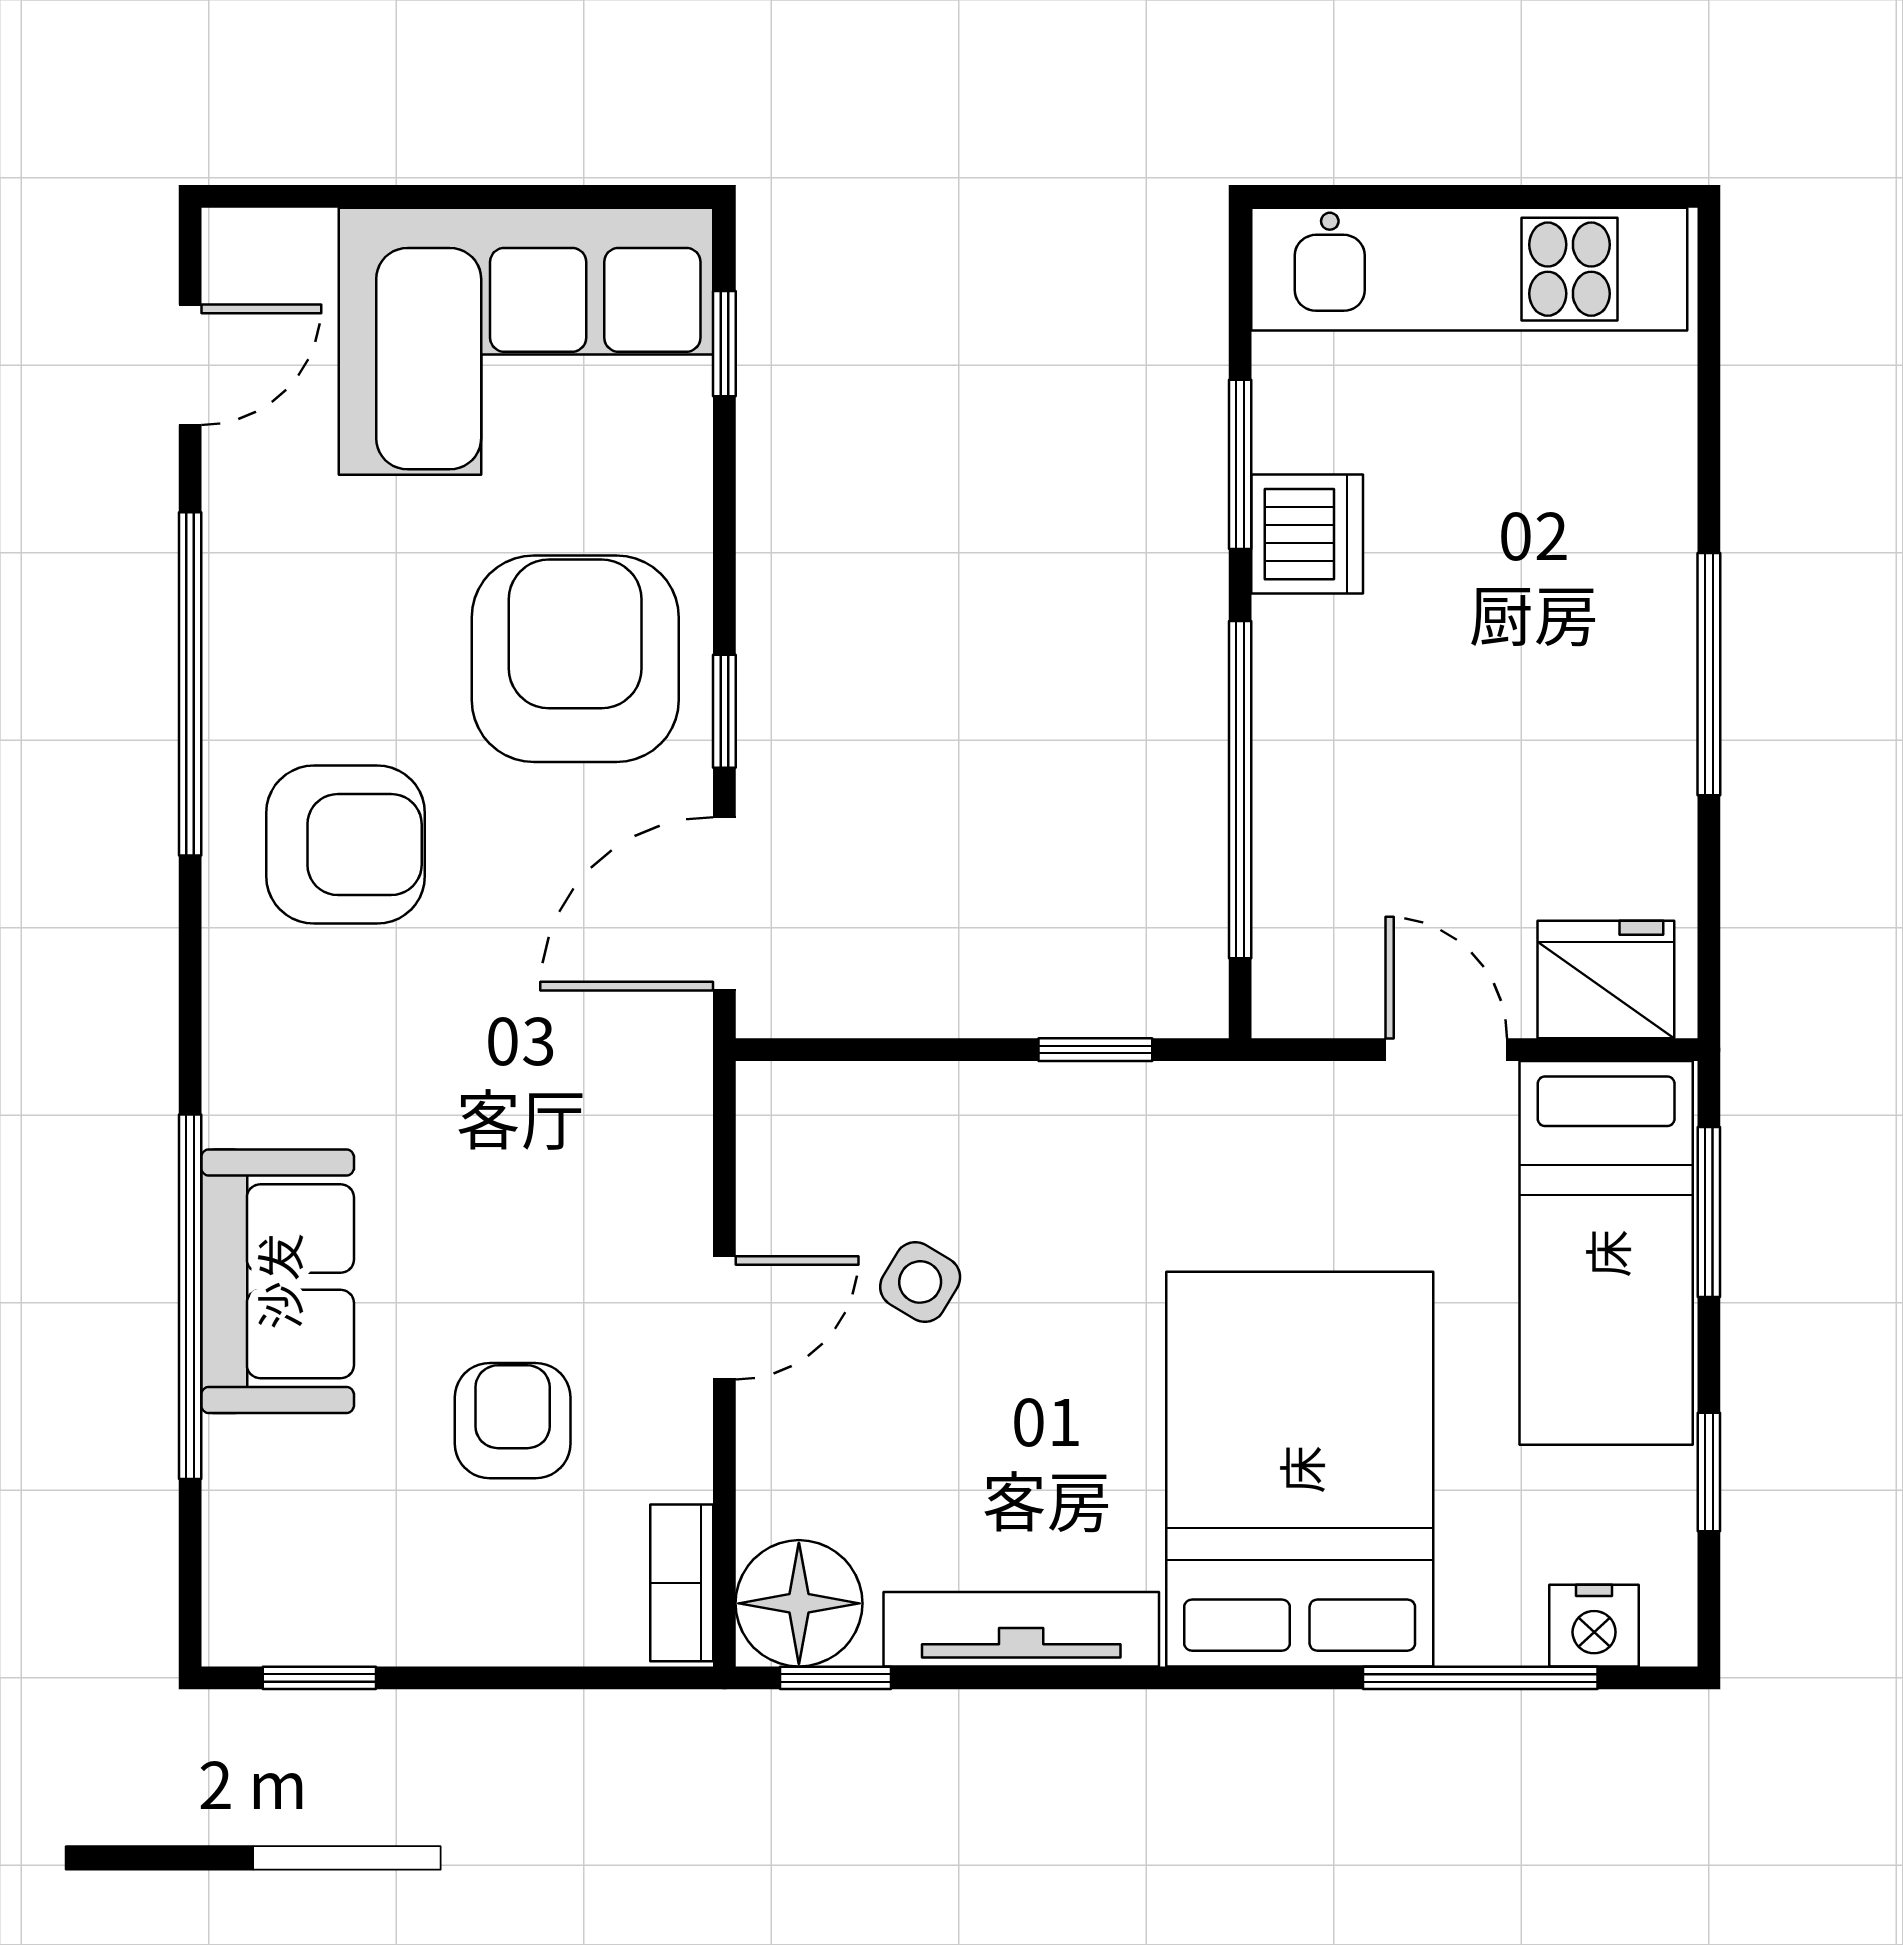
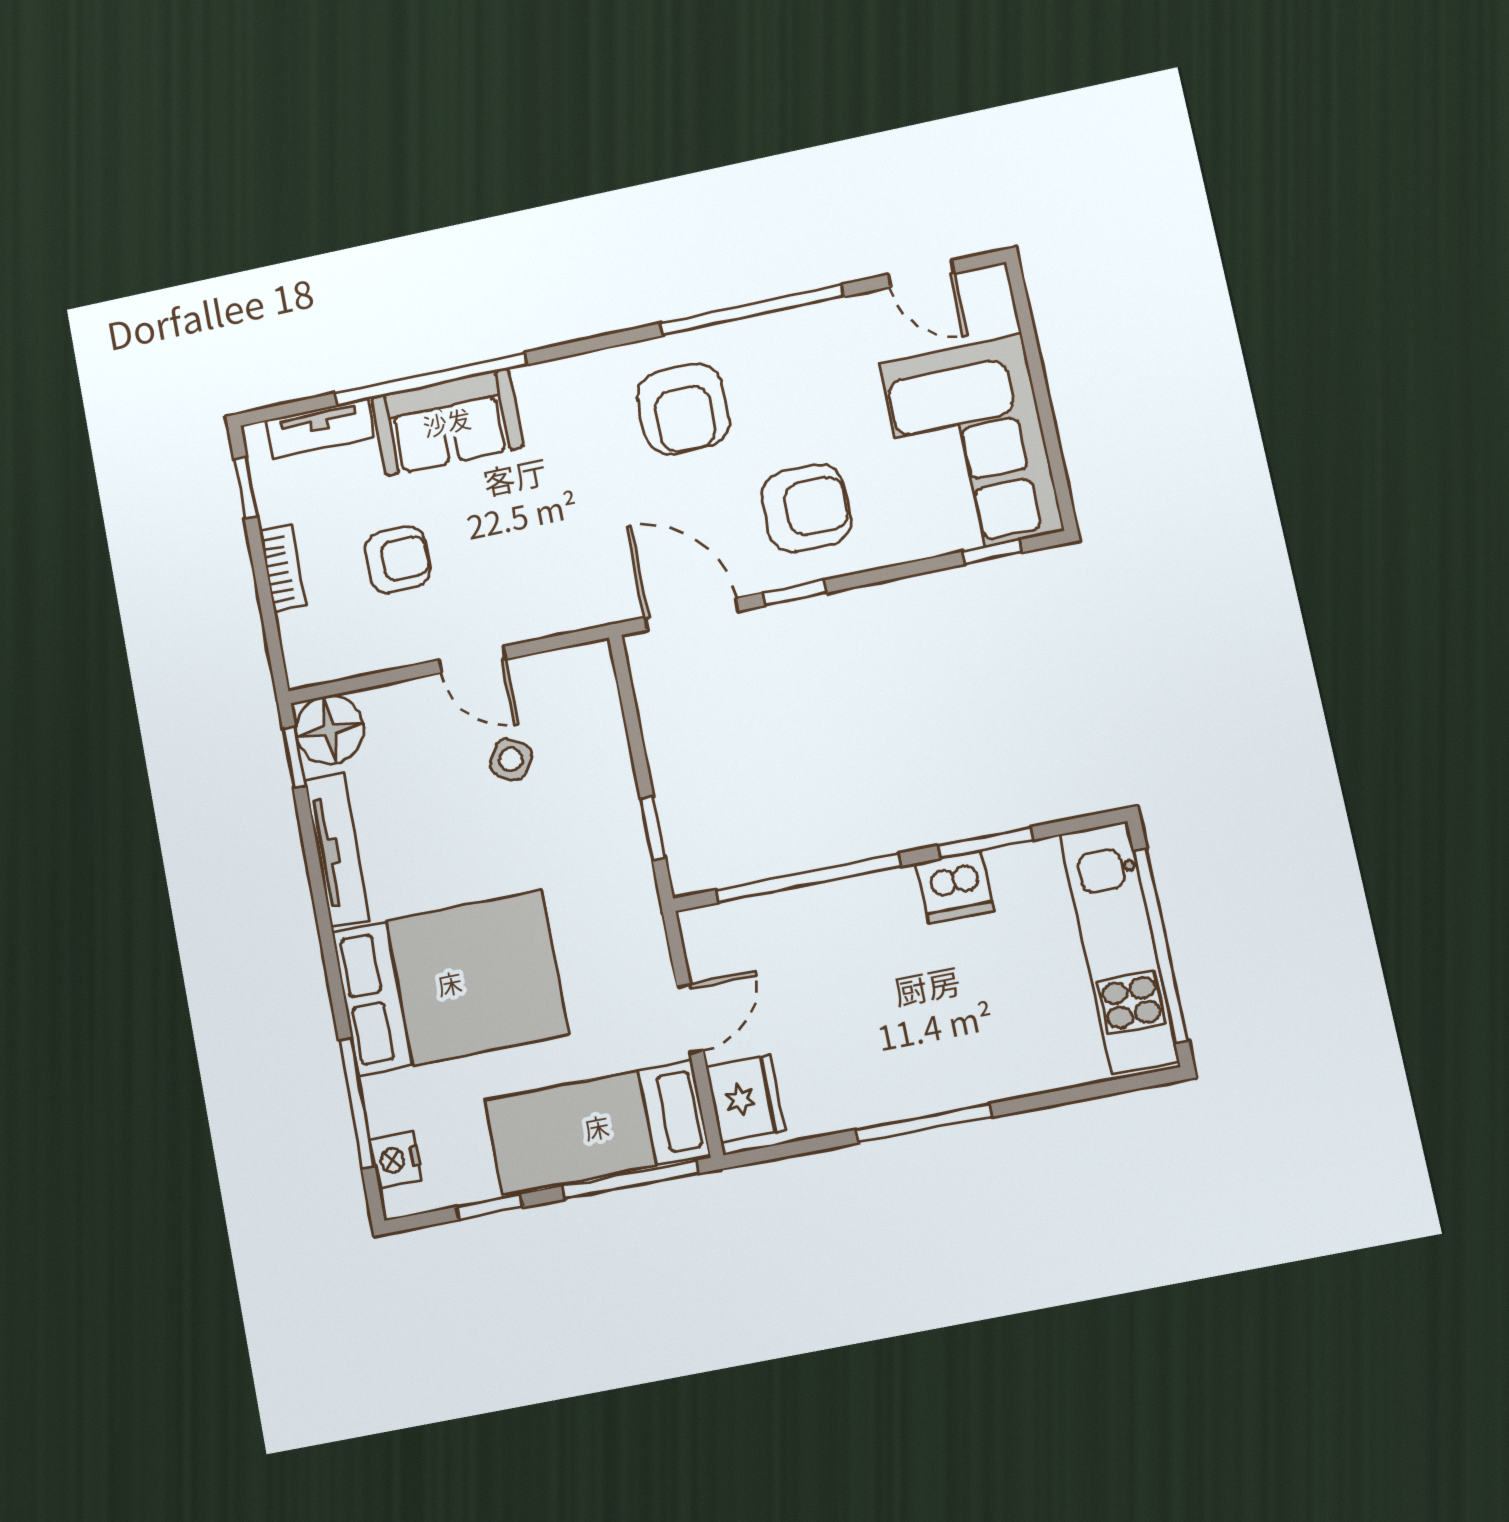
window: (1481, 196) -> (1161, 946), added
armchair: (575, 659) -> (806, 508), width x0.73, depth x0.73
window: (1709, 1212) -> (630, 1180), width x1.44
tv unit: (239, 1519) -> (320, 429), added
bookcase: (682, 1583) -> (283, 568), moved, turned 90

